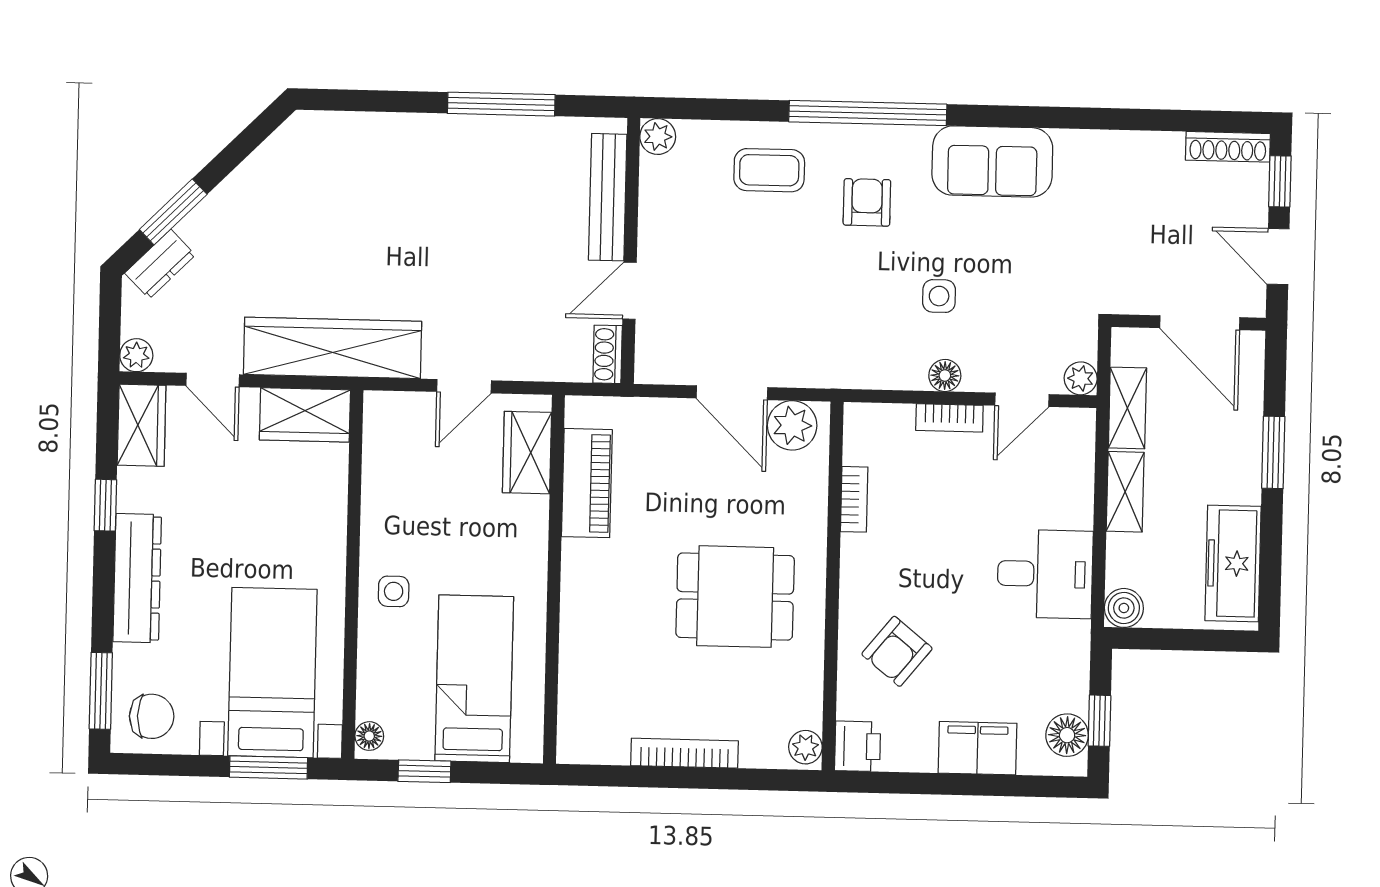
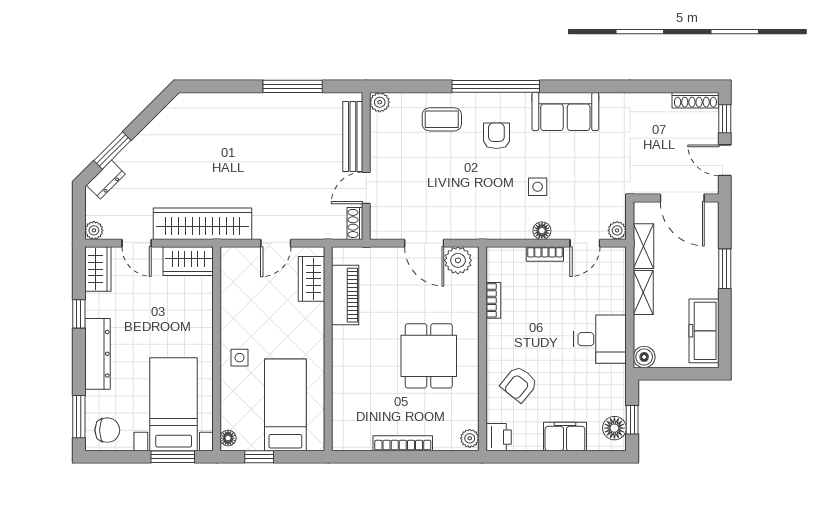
dining table: (735, 597) -> (429, 356), turned 90

